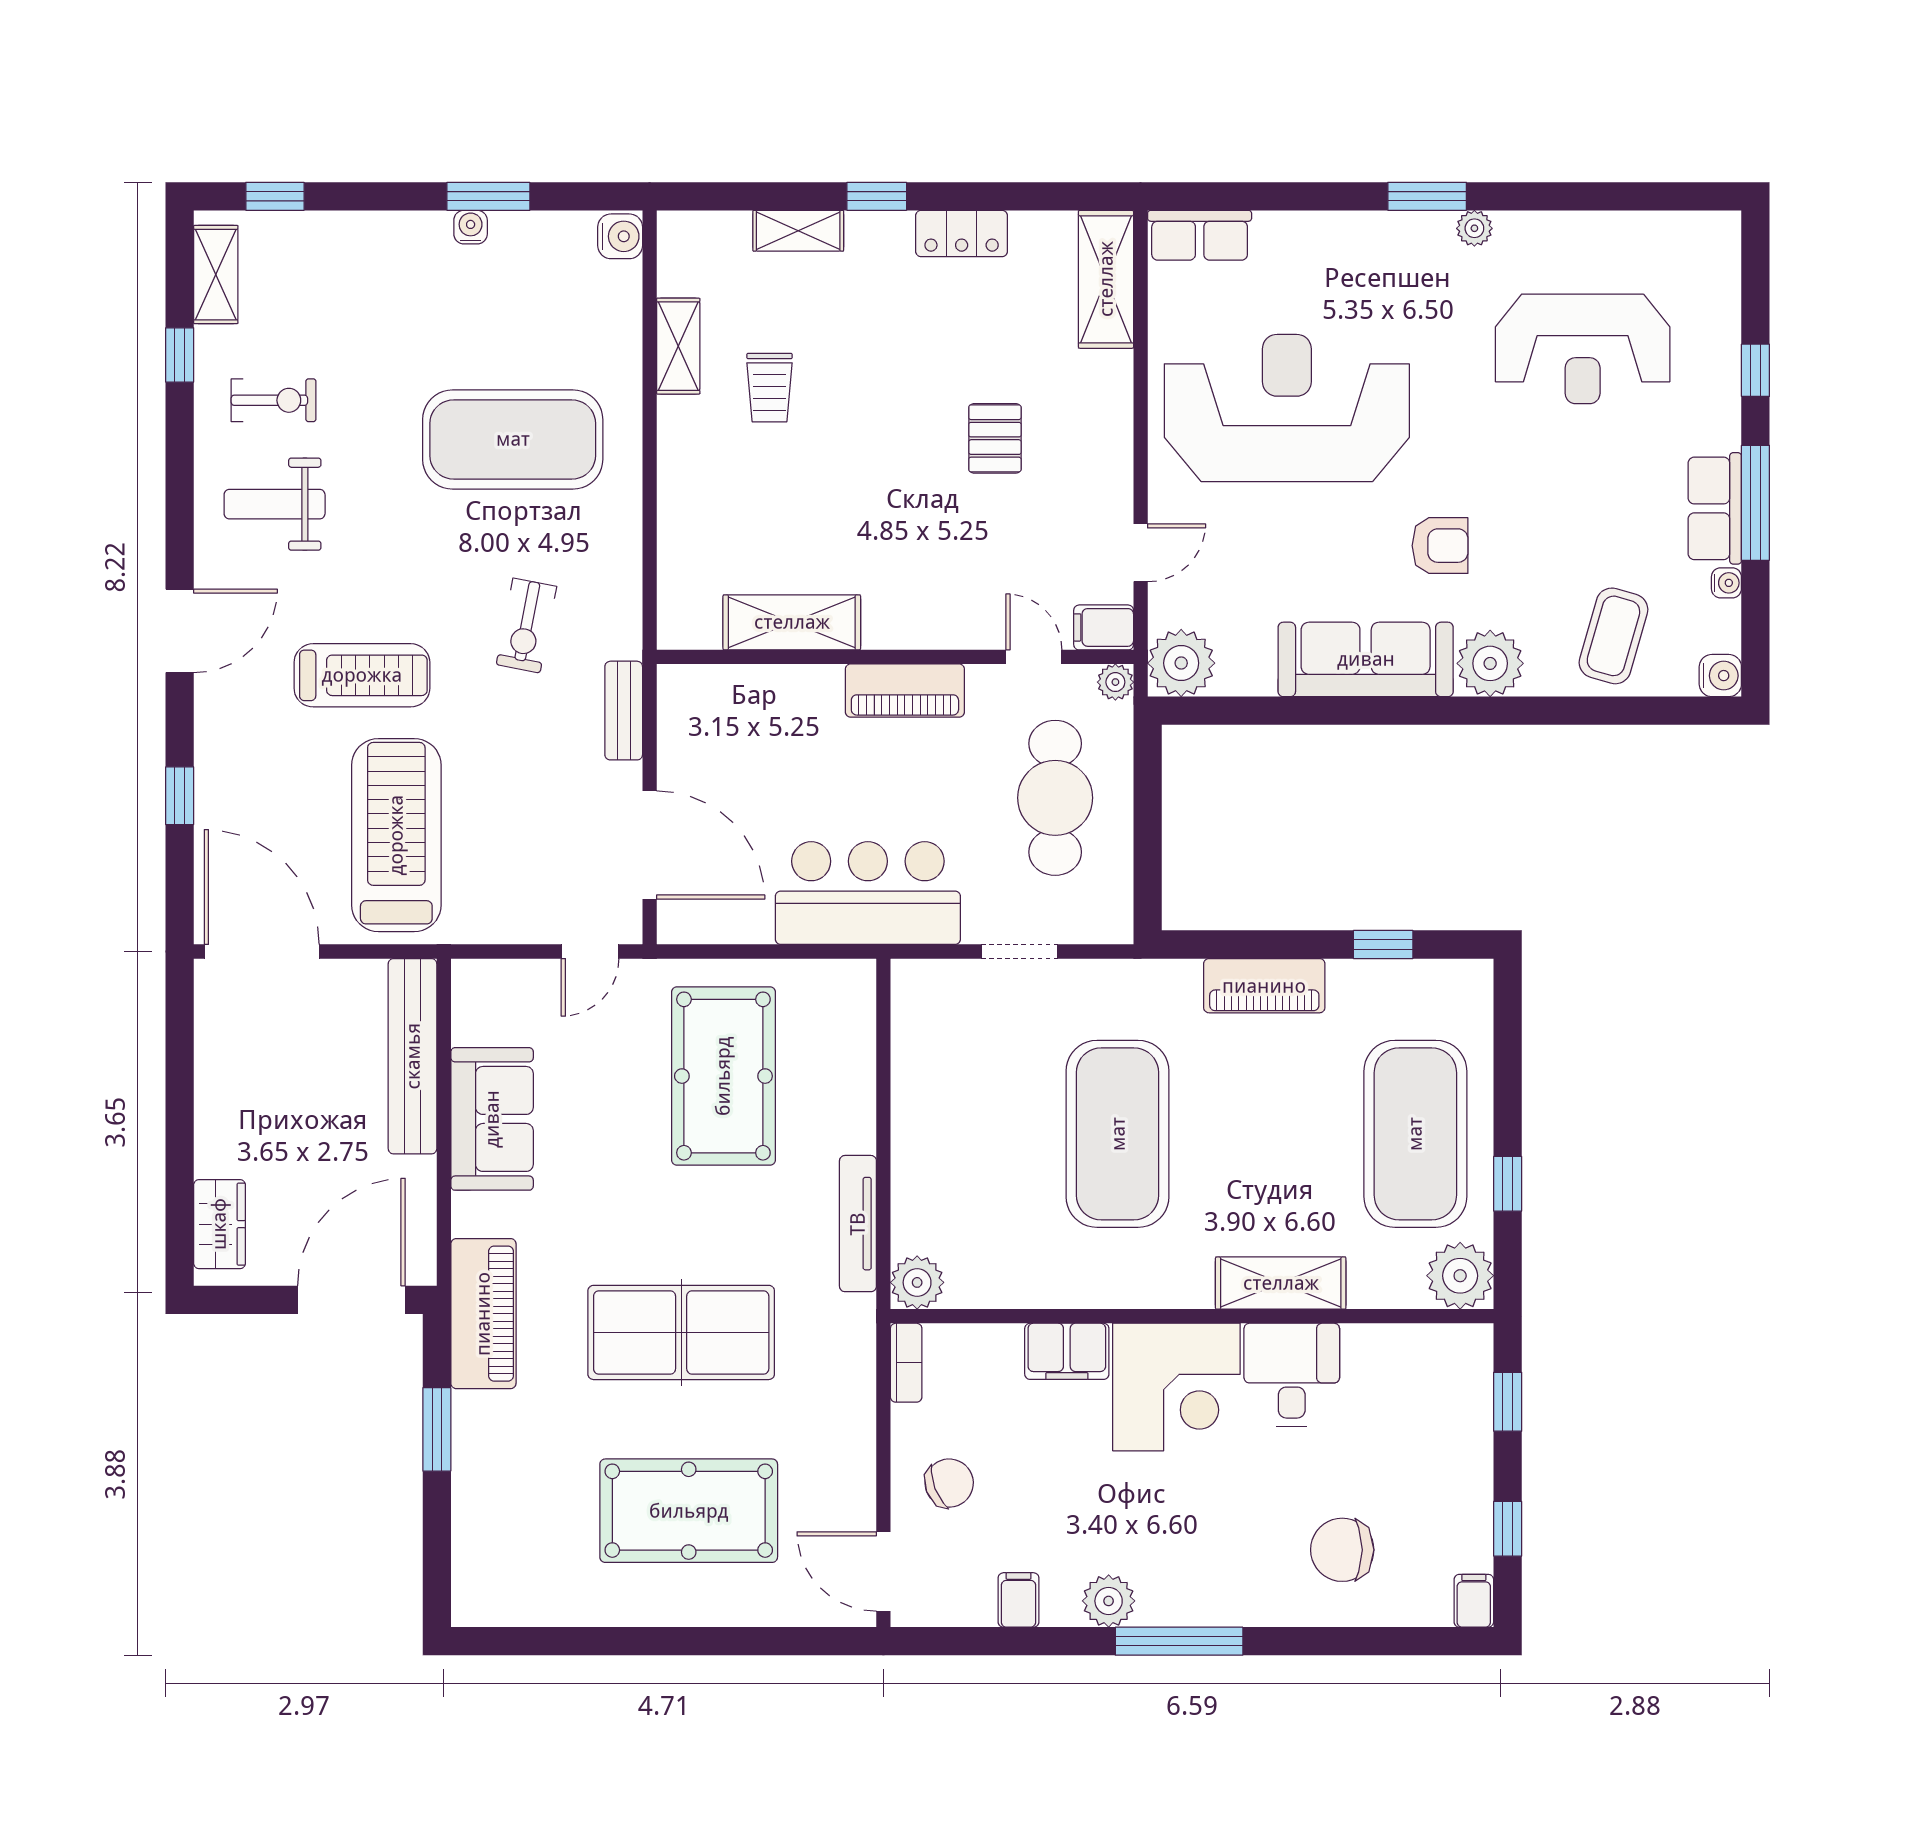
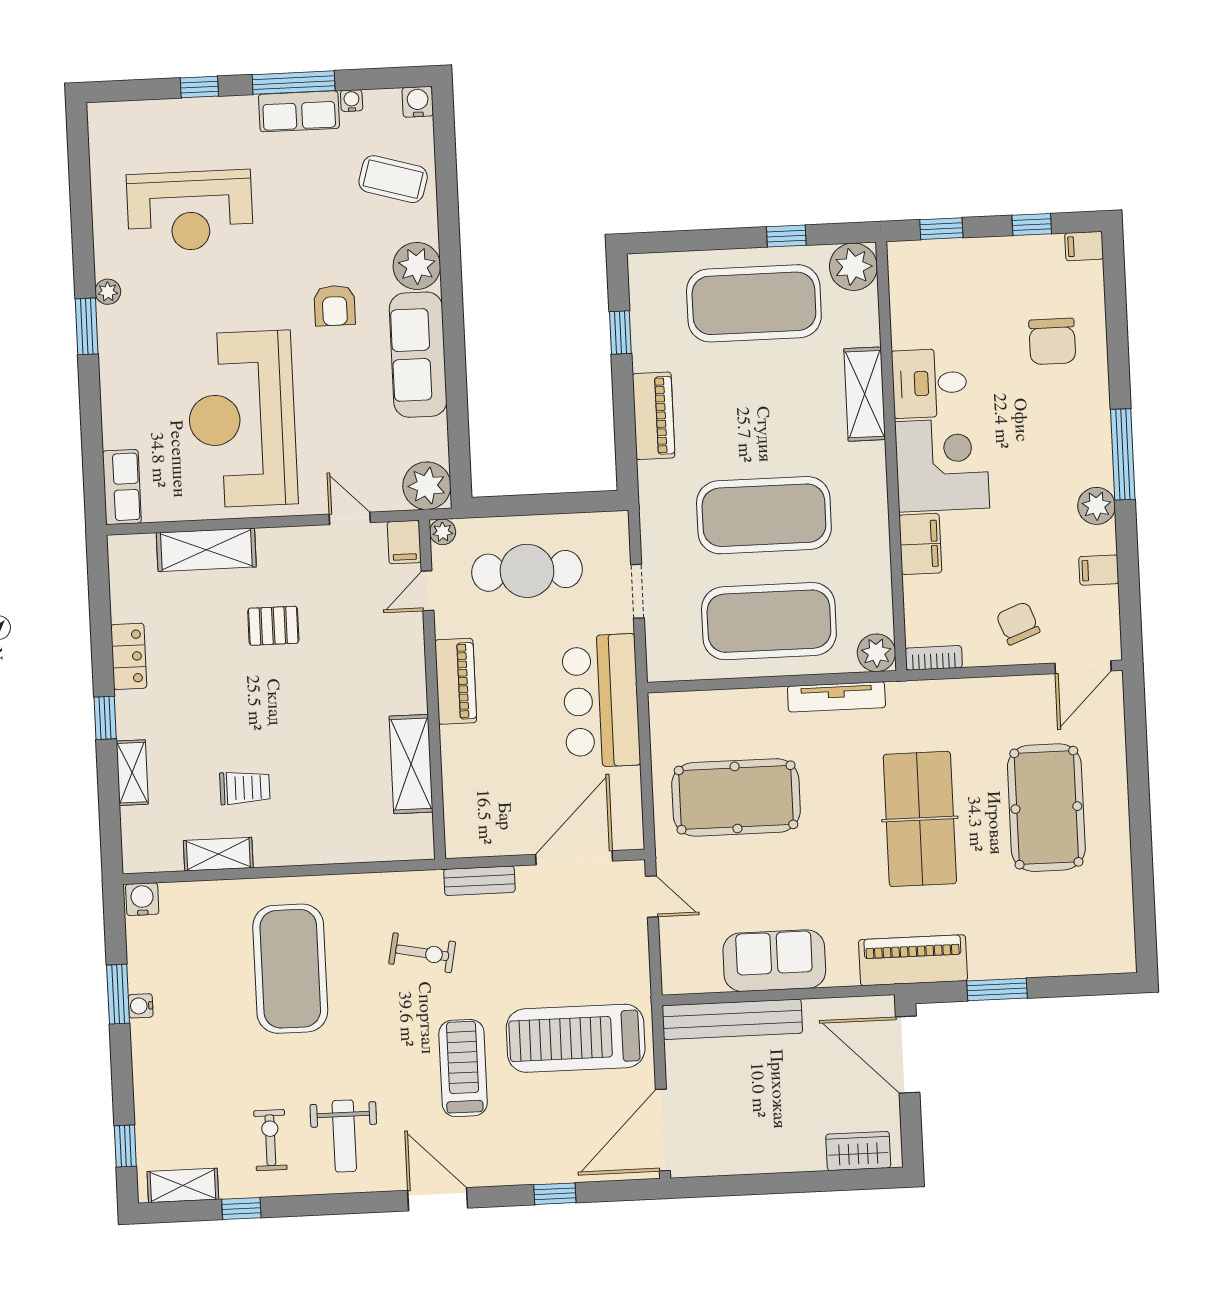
shelving: (1106, 279) -> (206, 550), moved
reception desk: (1583, 349) -> (190, 211), turned 90
armchair: (1440, 546) -> (335, 305), turned 180
exercise mat: (969, 1134) -> (769, 621), added

